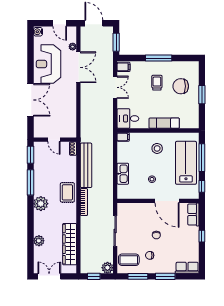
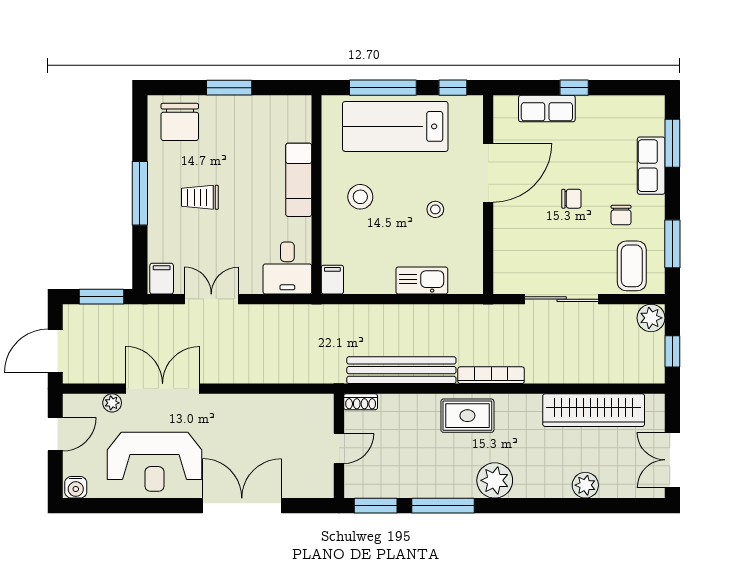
chair: (181, 86) -> (180, 122), moved
row of seats: (193, 214) -> (547, 109), moved
row of seats: (187, 268) -> (651, 166), moved
window: (165, 276) -> (672, 143), moved

